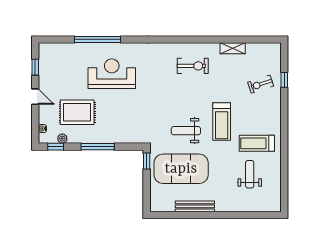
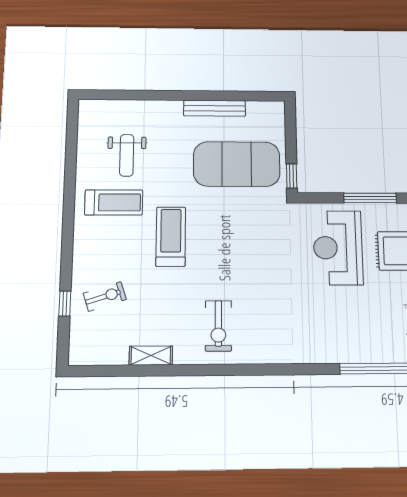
exercise bike: (193, 66) -> (218, 326), turned -90
reception desk: (112, 74) -> (338, 248), moved, turned 90
weight bench: (186, 131) -> (229, 222), removed

